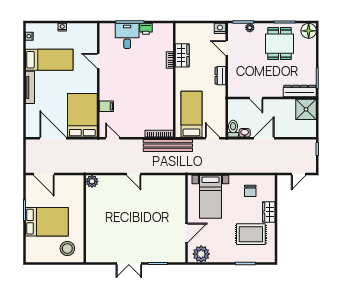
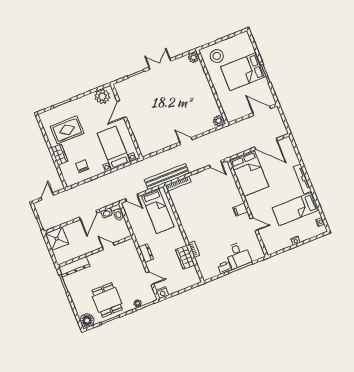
filing cabinet: (106, 106) -> (240, 210), moved
shower: (306, 109) -> (57, 239), moved
plant: (92, 257) -> (194, 57), added

